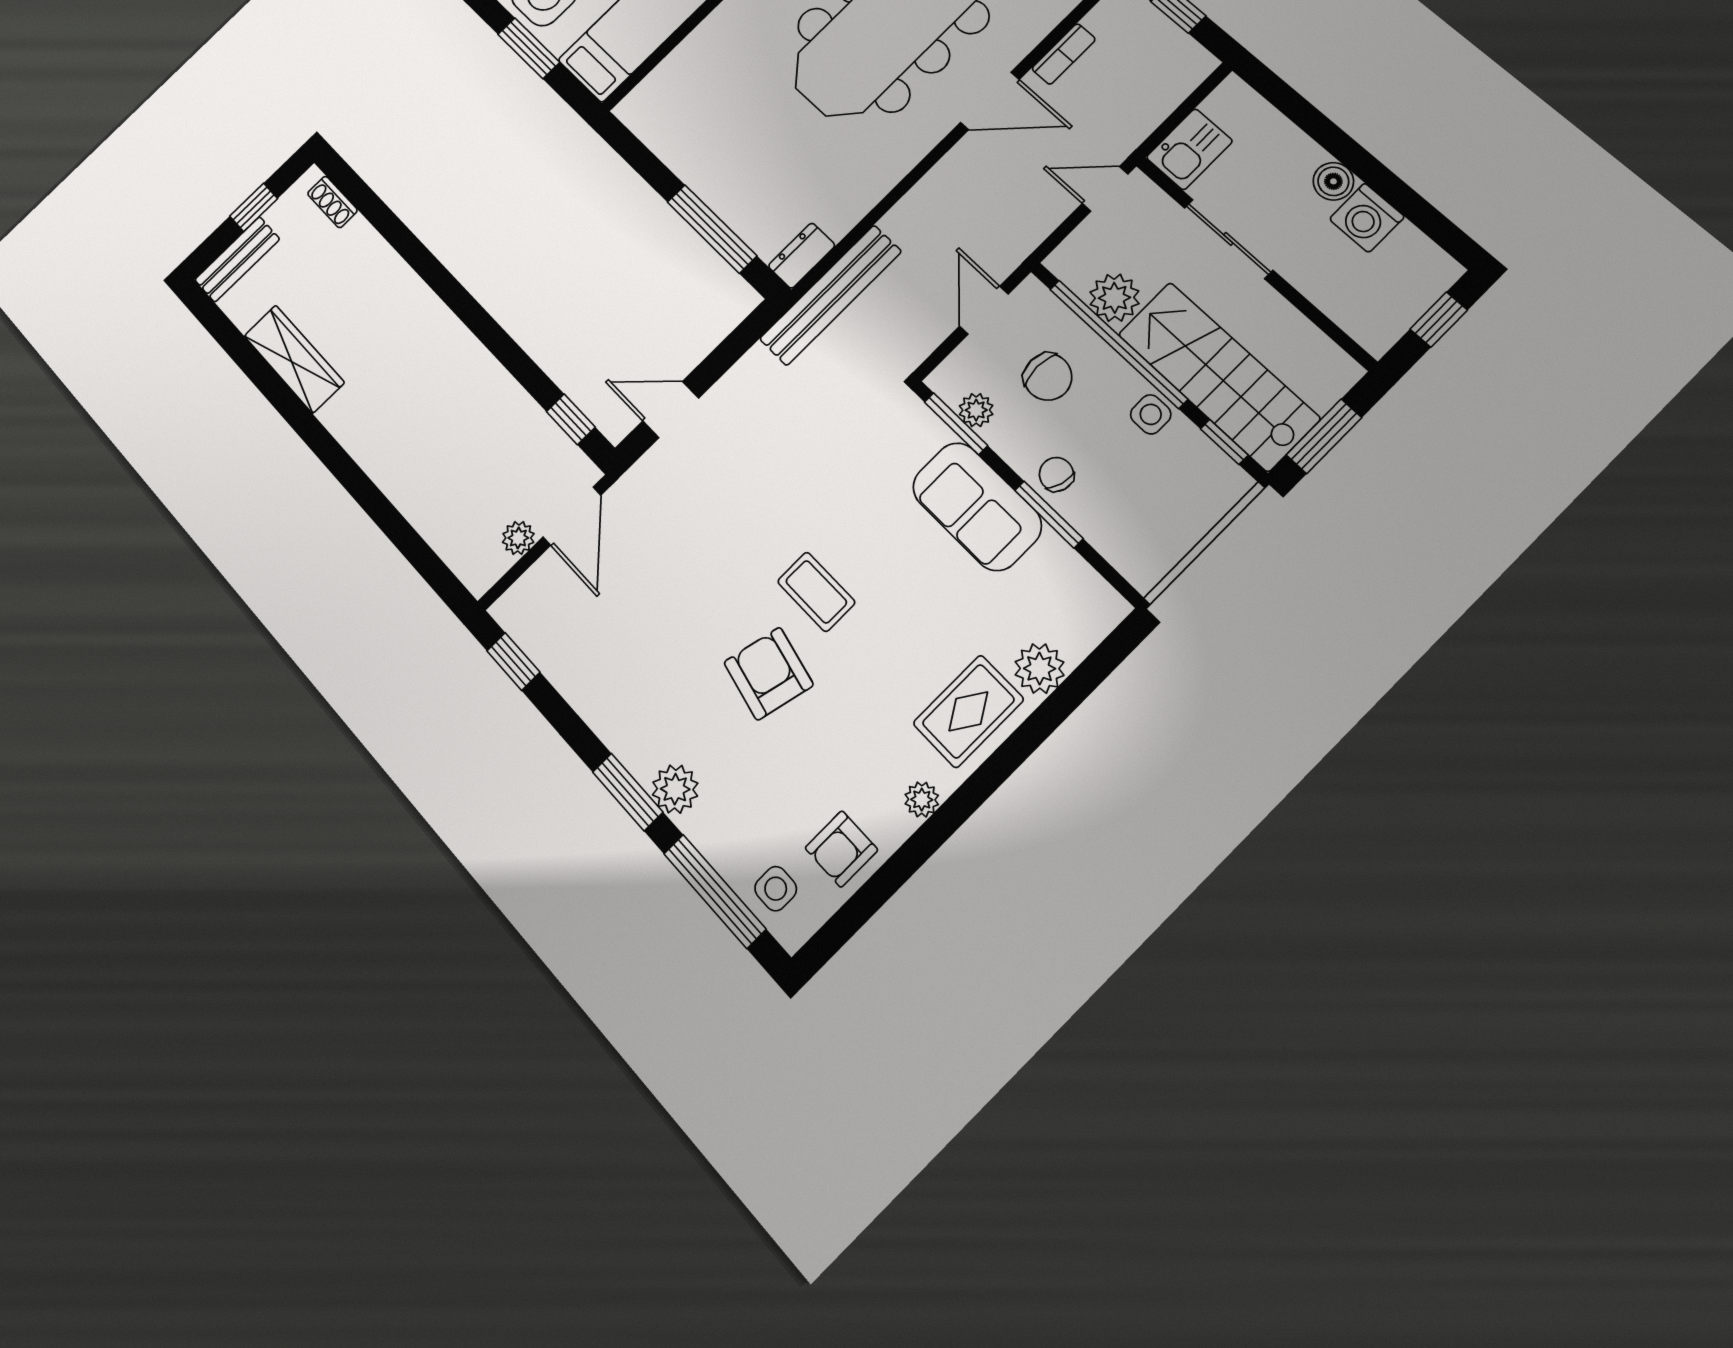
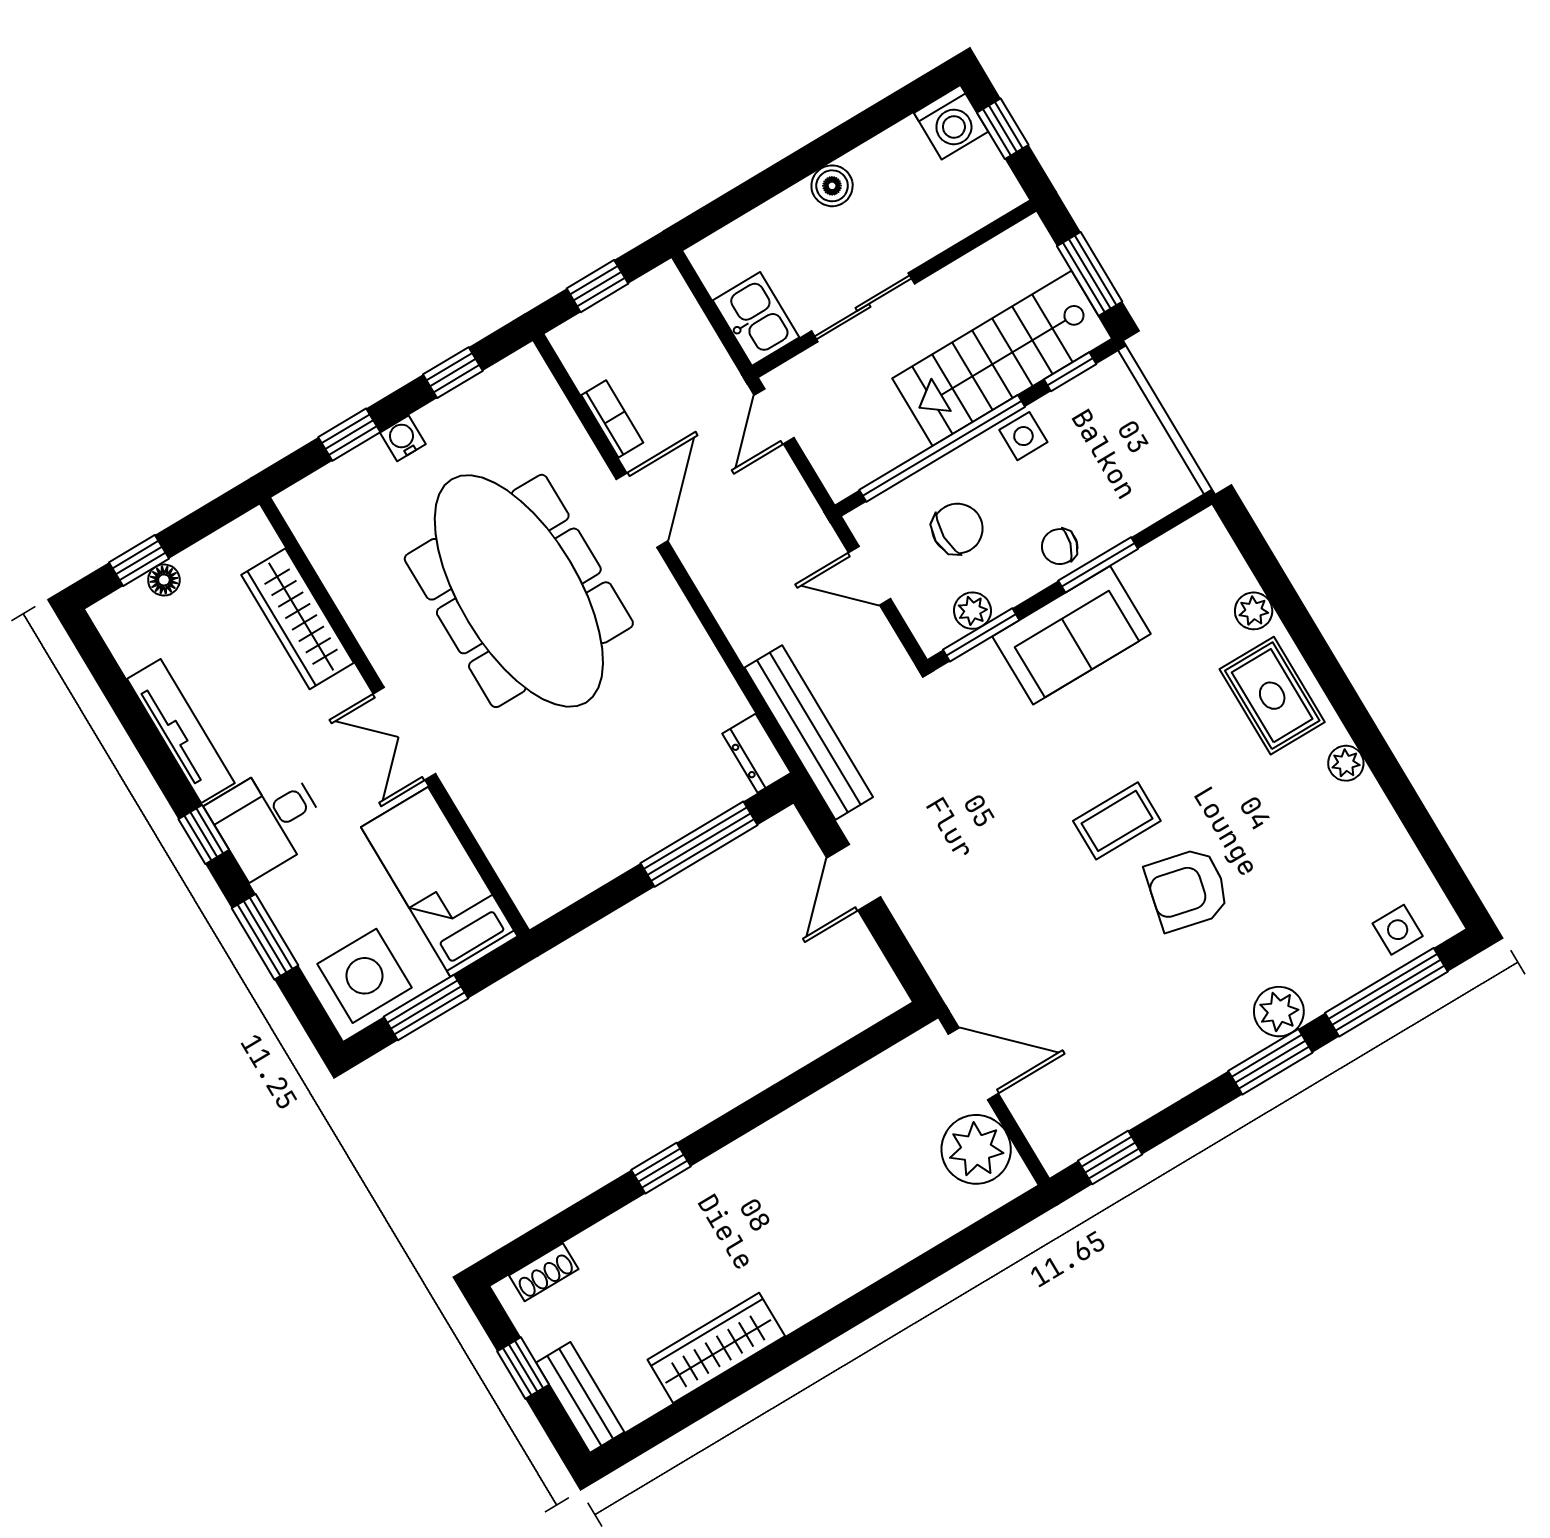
washing machine: (1367, 218) -> (951, 122), moved
plant: (1114, 298) -> (893, 439), removed
door: (671, 410) -> (854, 877), moved
window: (571, 419) -> (661, 1168), moved
plant: (518, 538) -> (976, 1149), width x1.88, depth x1.88
plant: (1040, 669) -> (1254, 611), width x0.73, depth x0.73
armchair: (841, 849) -> (1375, 855), removed

